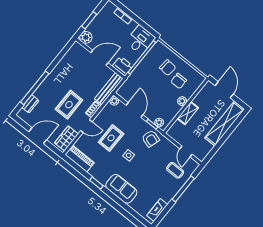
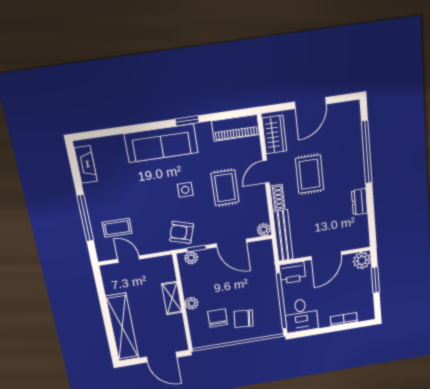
dresser: (30, 104) -> (360, 202), moved
sofa: (121, 189) -> (161, 143), width x1.36

